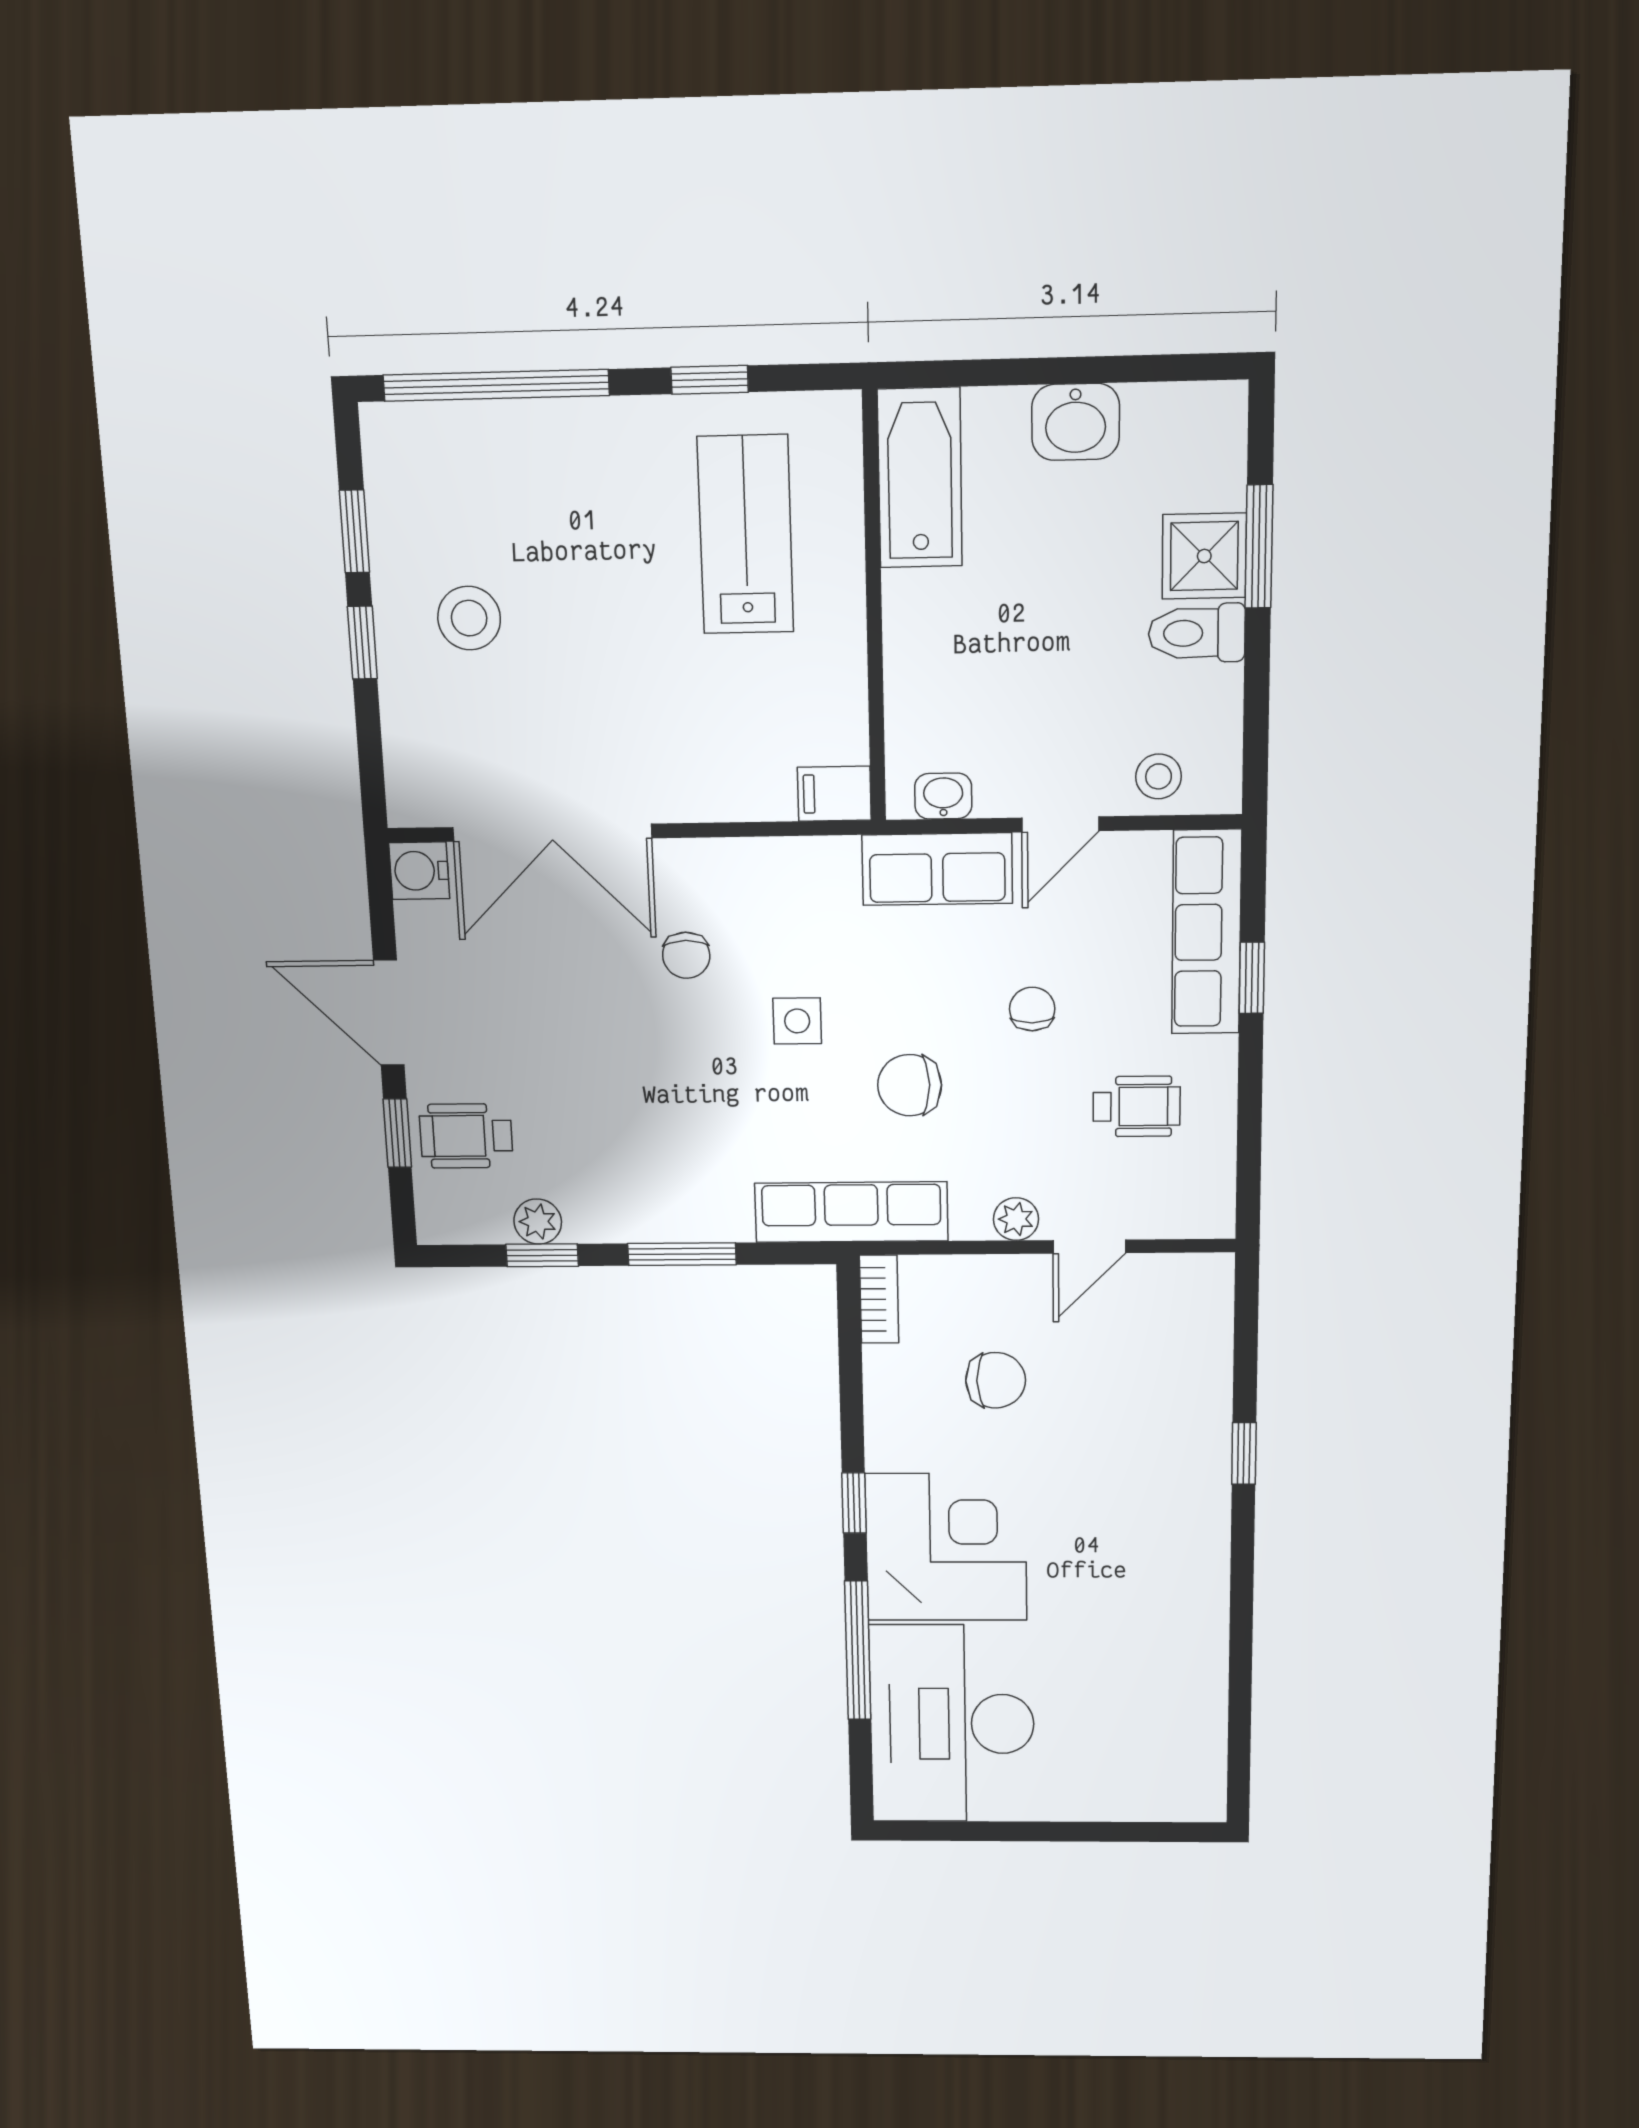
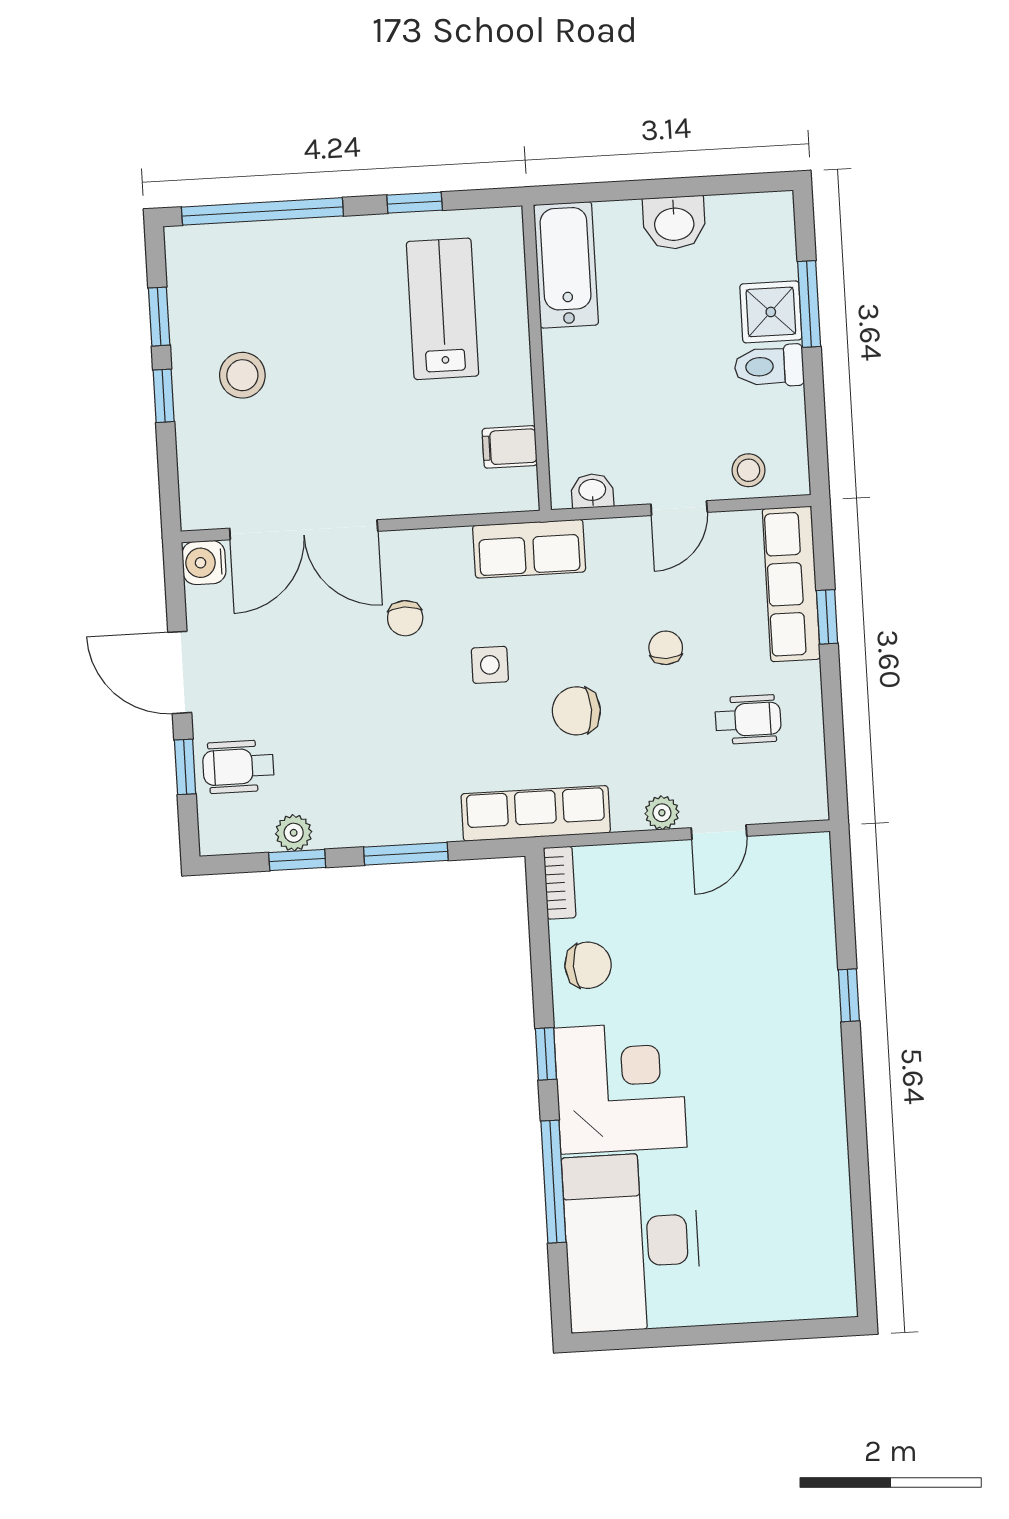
filing cabinet: (834, 794) -> (510, 447), moved
row of seats: (937, 869) -> (529, 549), moved
chair: (996, 1380) -> (588, 965), moved

